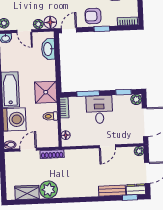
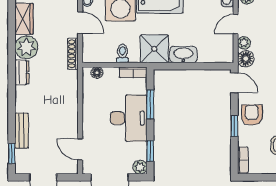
washbasin: (48, 49) -> (183, 54), moved
desk: (99, 110) -> (129, 118), width x1.37
door: (107, 146) -> (80, 149), moved
plant: (139, 151) -> (72, 168), removed
dresser: (136, 189) -> (22, 72), moved

